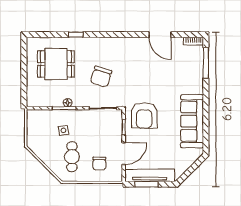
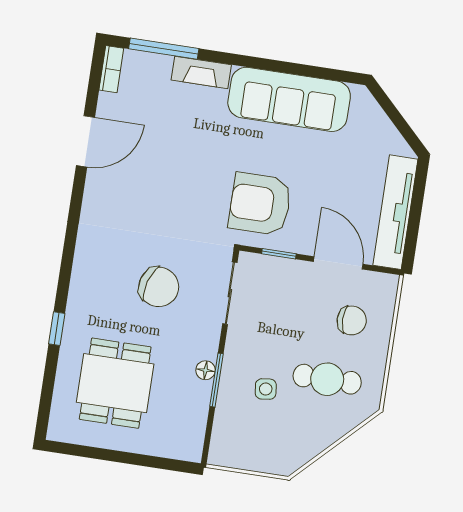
fireplace: (198, 81) -> (201, 72), added
armchair: (144, 115) -> (260, 204), turned 180
window: (147, 184) -> (414, 222), removed

